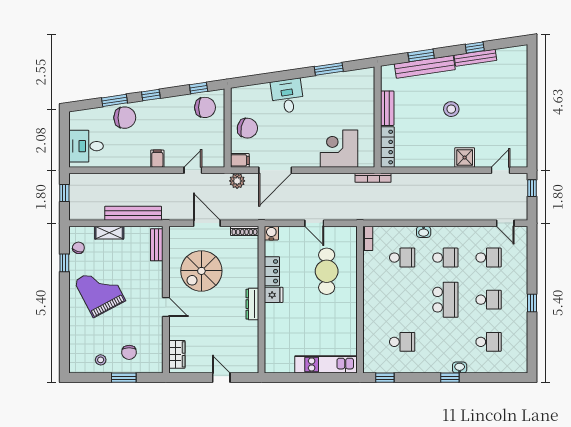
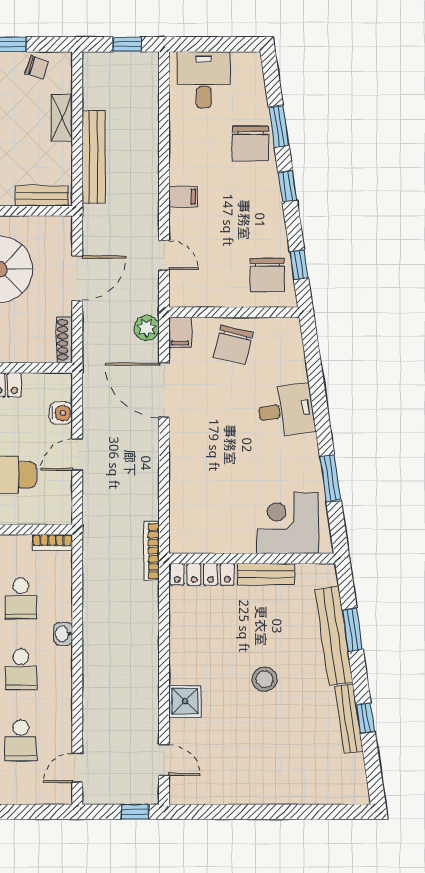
corner desk: (339, 149) -> (288, 523), moved, turned -90
water cooler: (271, 233) -> (61, 413), moved

